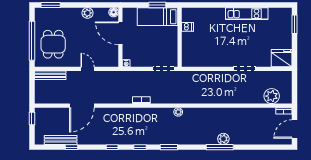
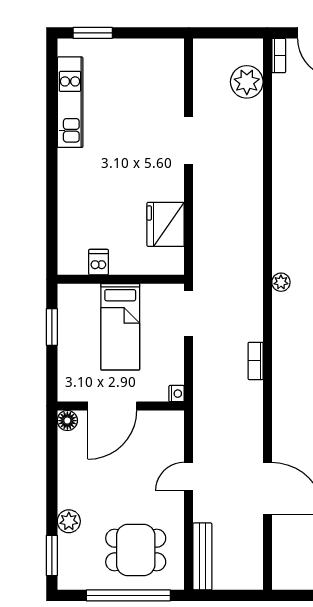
plant: (88, 13) -> (69, 521), moved
kitchen unit: (247, 14) -> (70, 102), moved
bed: (157, 17) -> (120, 327), moved
fridge: (282, 58) -> (166, 224), moved
window: (32, 118) -> (295, 595), removed

